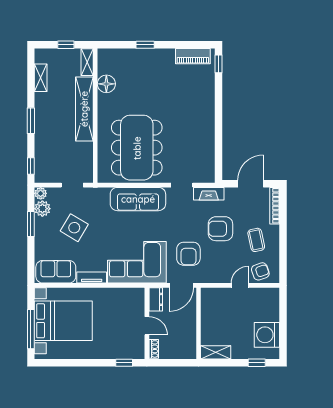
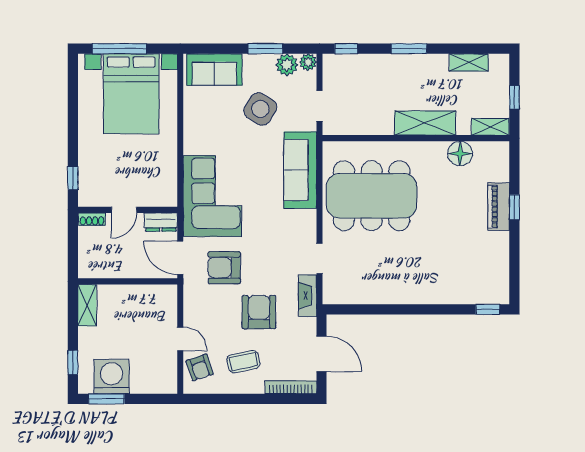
piano: (193, 56) -> (499, 207), moved
shelving: (84, 109) -> (425, 123), width x0.68
sofa: (138, 199) -> (300, 170), moved
sofa: (56, 272) -> (214, 70), moved, turned 90
tv unit: (92, 278) -> (191, 133), removed
window: (283, 338) -> (106, 399), added

